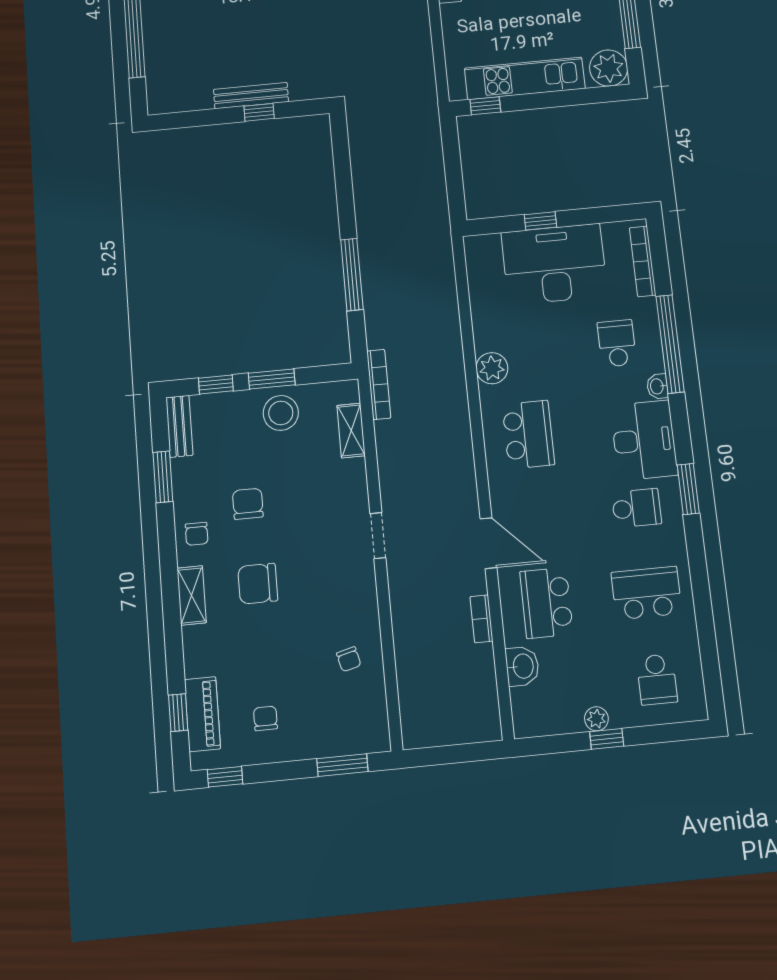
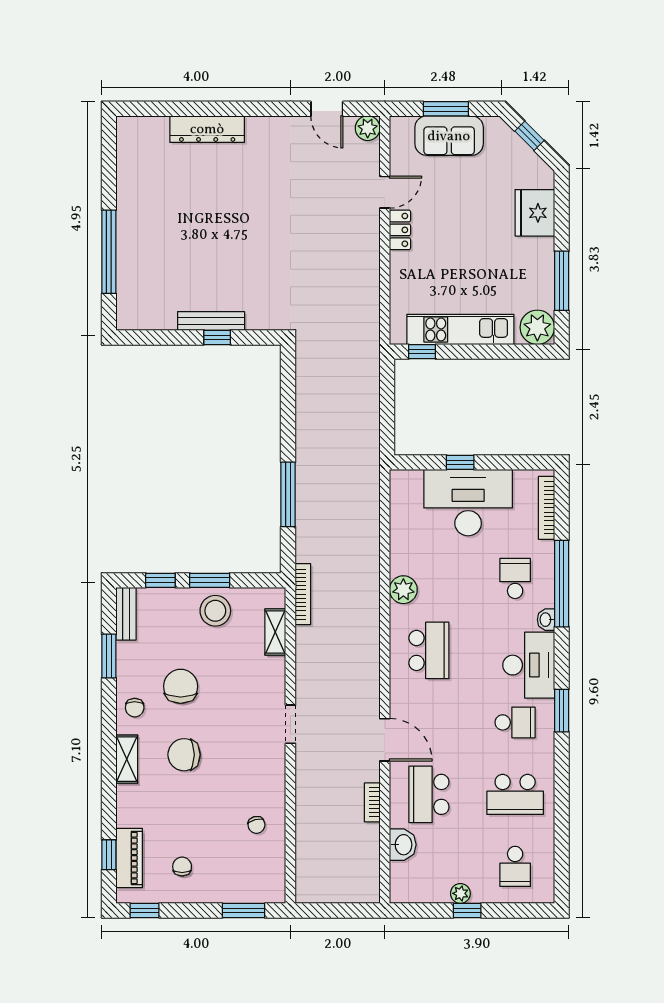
chair: (248, 504) -> (181, 686), width x1.37, depth x1.37
school desk: (647, 593) -> (515, 794), turned 180

